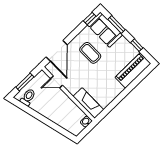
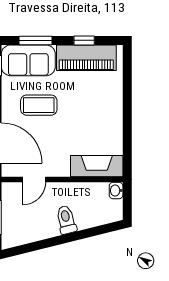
piano: (133, 70) -> (86, 58), moved, turned -90
toilet: (28, 97) -> (66, 220), moved

